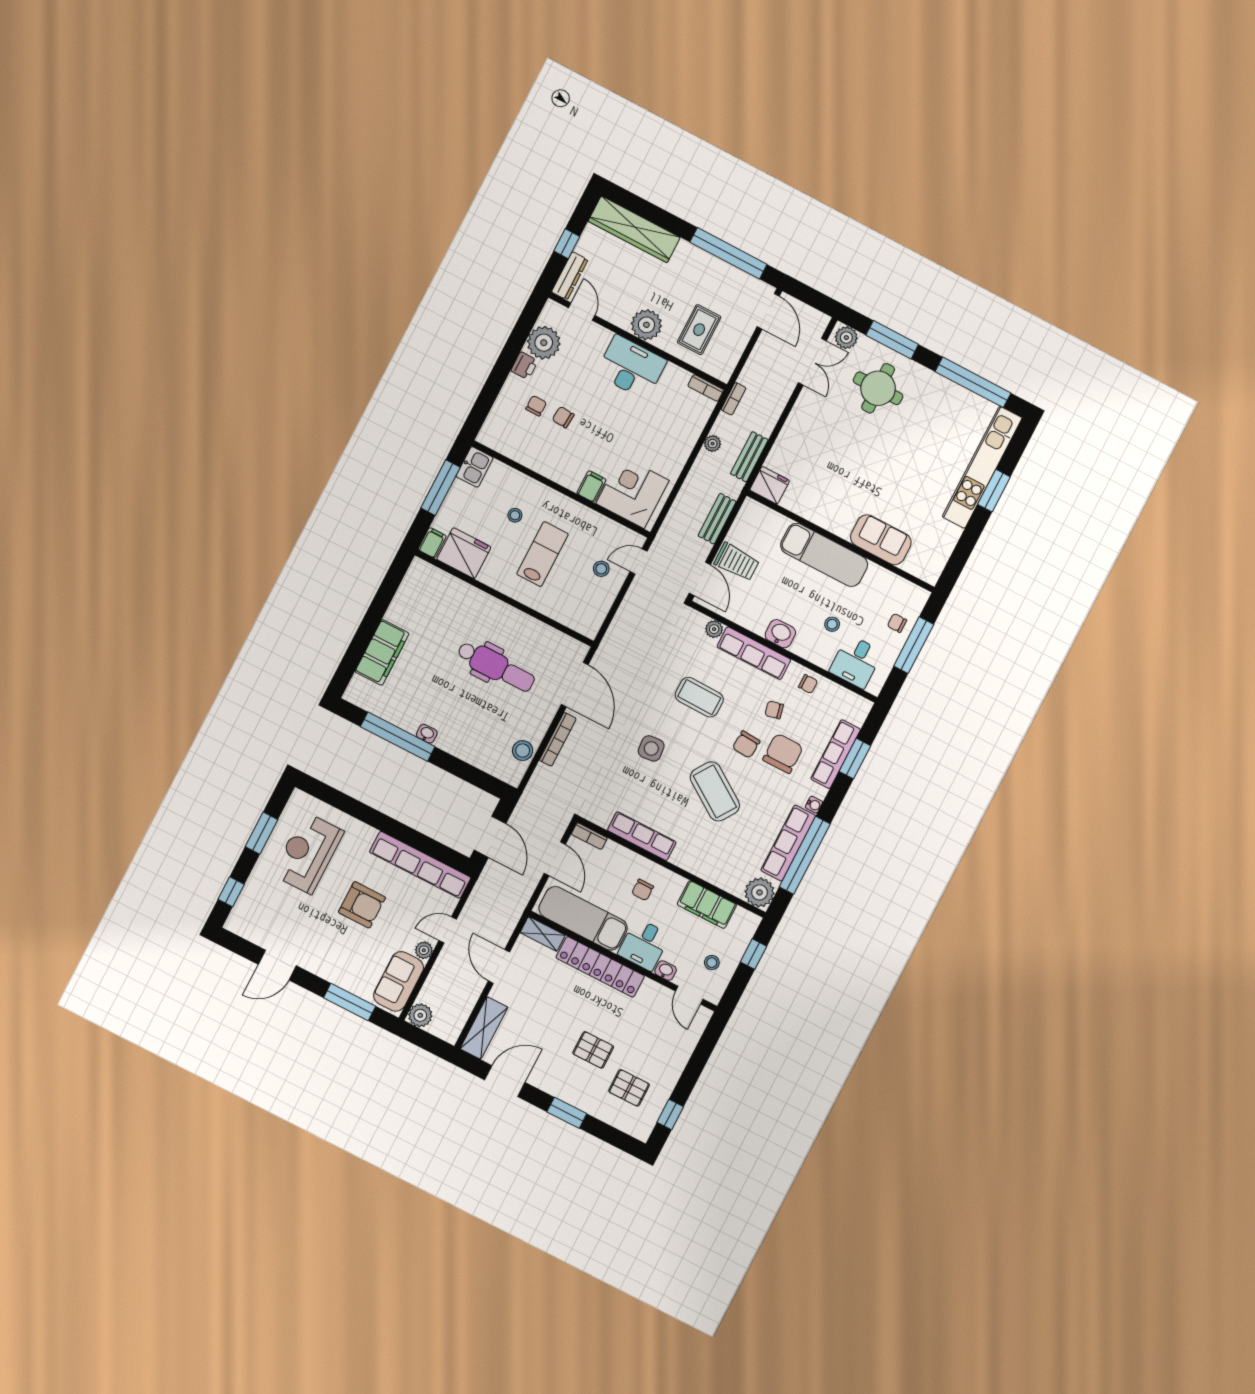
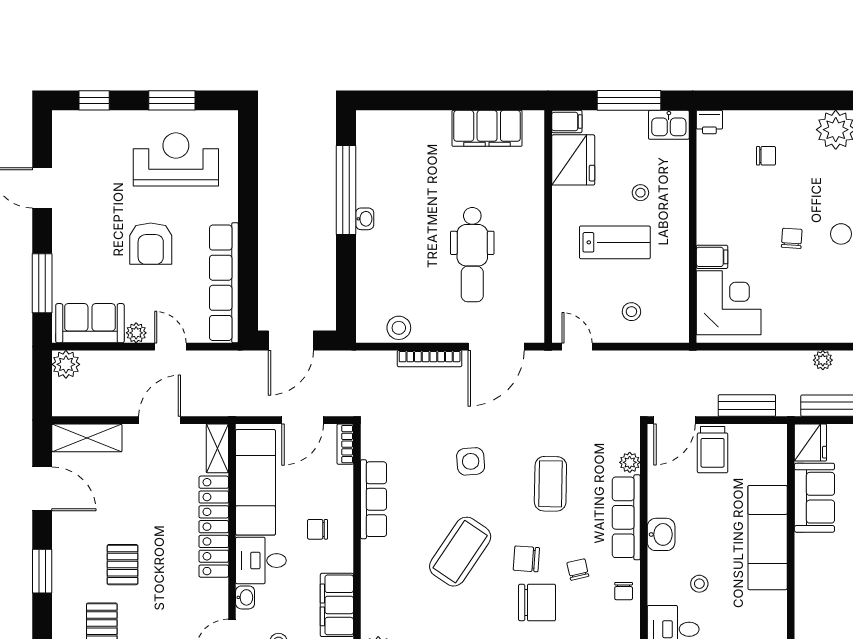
printer: (524, 366) -> (709, 122), moved
chair: (563, 417) -> (792, 238), moved
sofa: (881, 540) -> (814, 498), moved
door: (639, 561) -> (577, 347), moved
filing cabinet: (382, 652) -> (487, 128), moved

